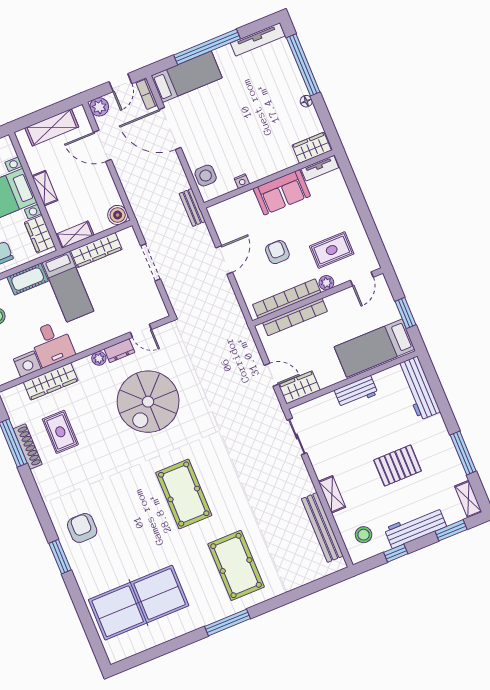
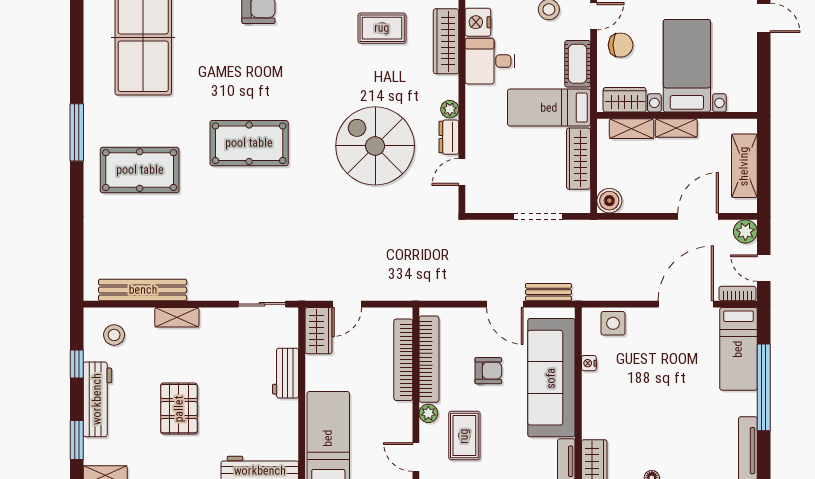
sofa: (282, 192) -> (551, 378), width x1.85, depth x1.27
bench: (192, 207) -> (549, 292), moved
shelving: (75, 235) -> (632, 129), moved, turned 90
workbench: (356, 392) -> (285, 373), moved

